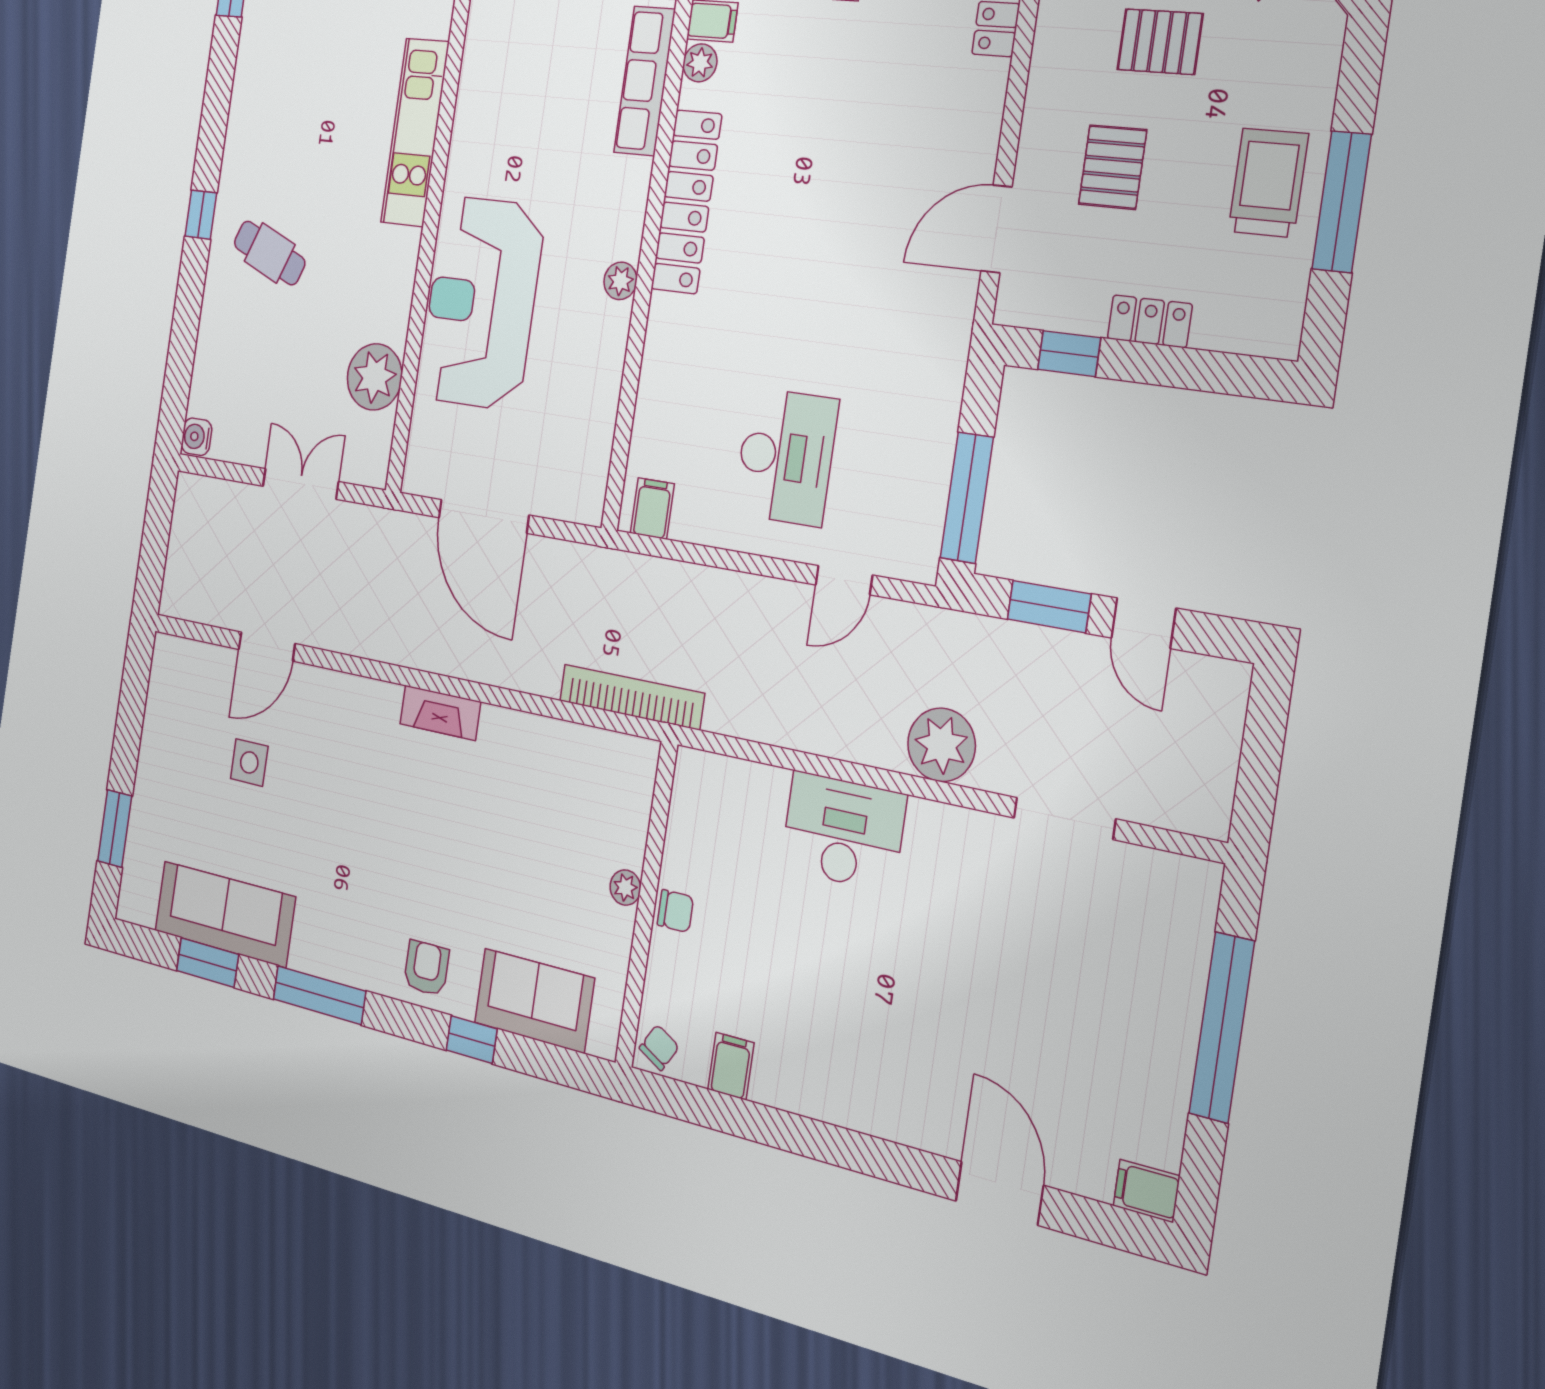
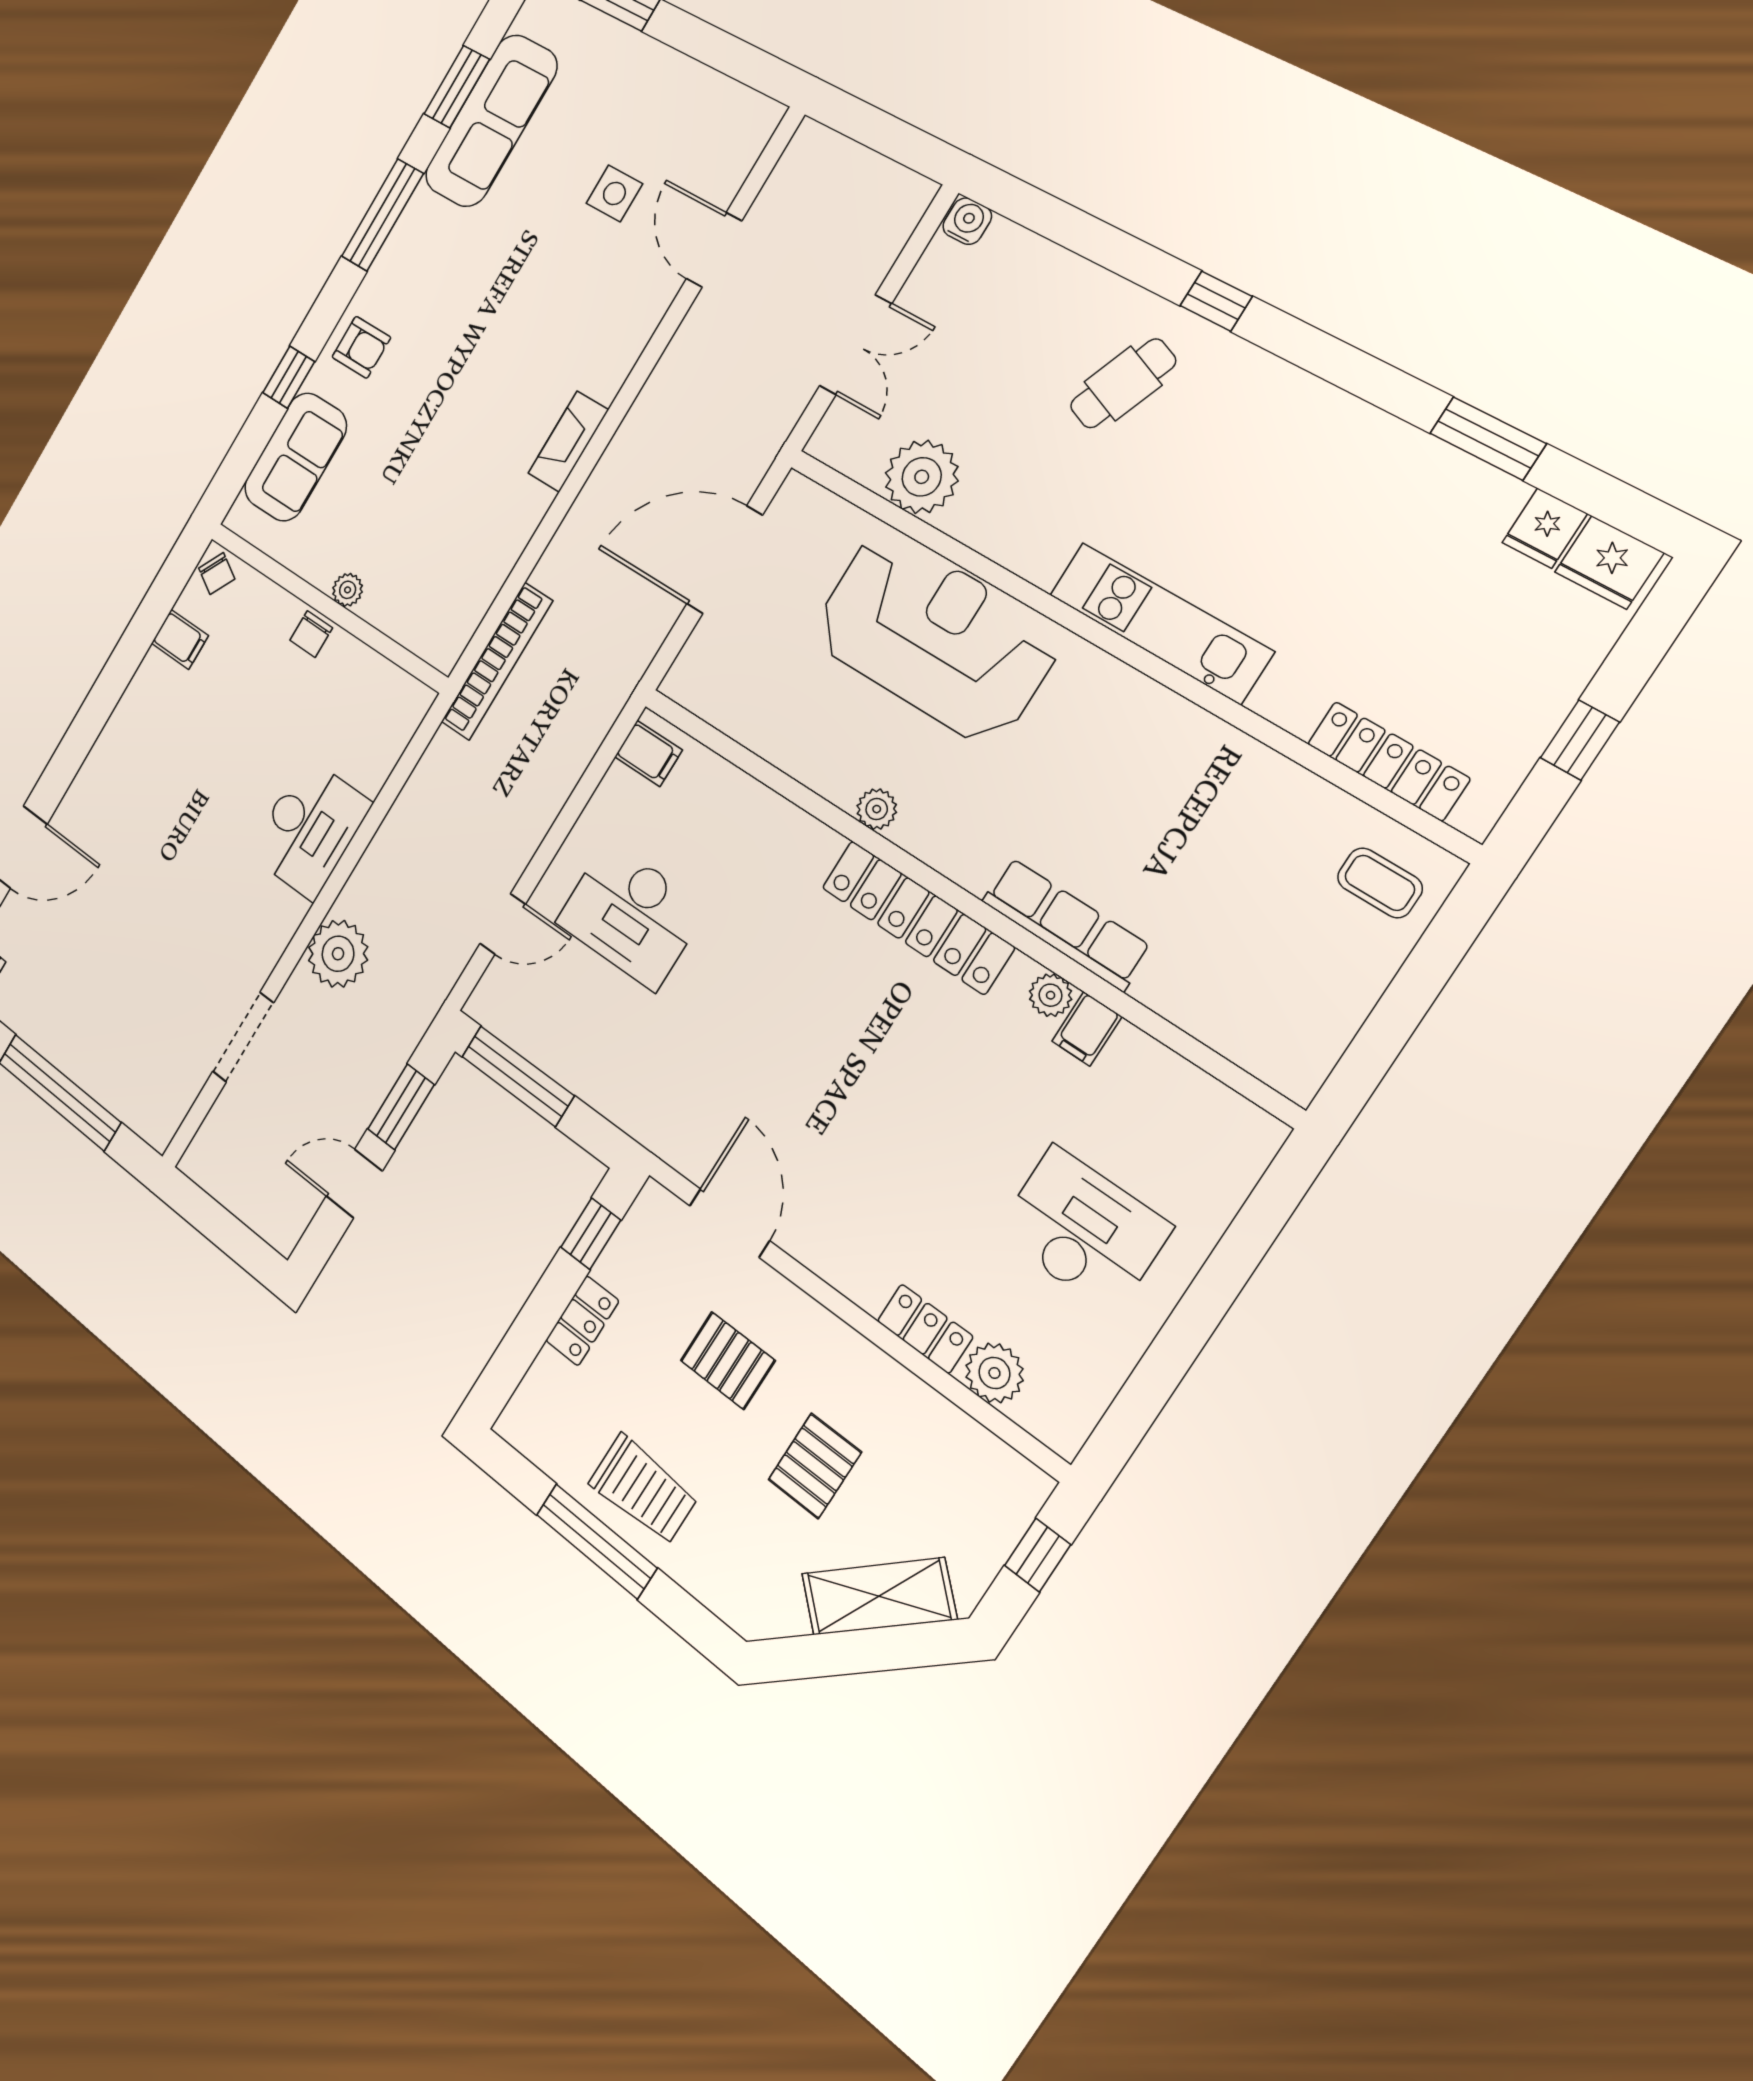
door: (844, 580) -> (503, 924), swing flipped

